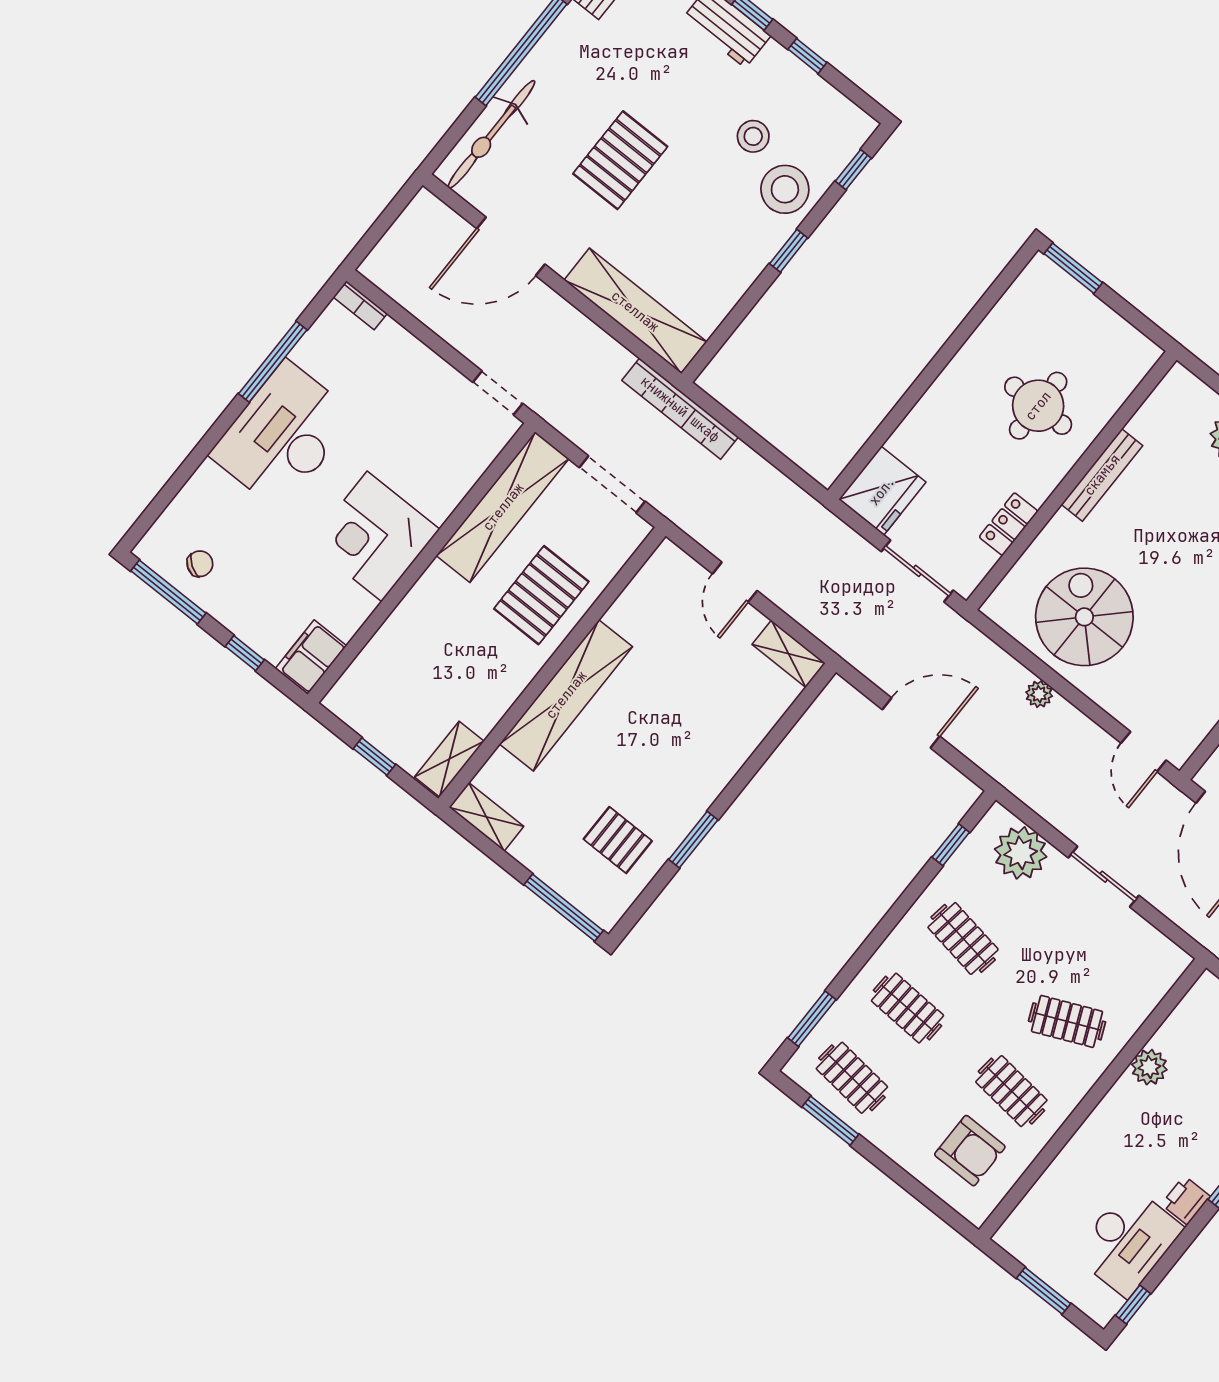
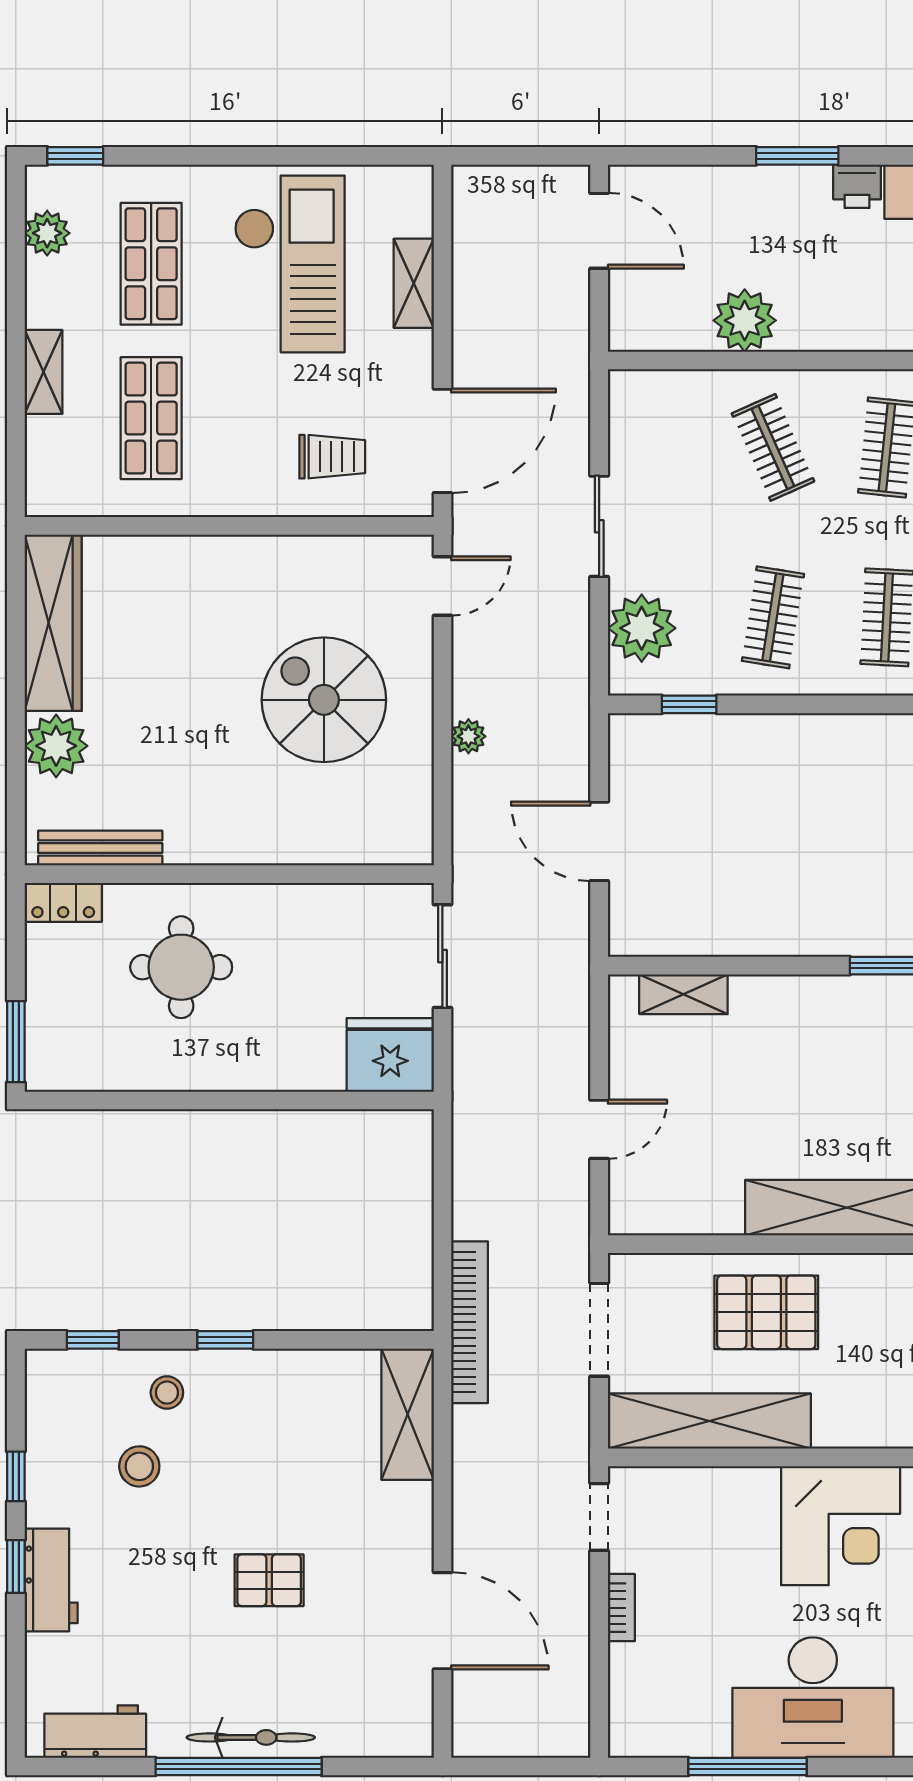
bicycle: (491, 134) -> (251, 1737), moved, width x0.73, depth x0.71
pallet: (620, 160) -> (269, 1580), width x0.67, depth x0.71
stool: (785, 189) -> (167, 1393), width x0.53, depth x0.53
bookcase: (360, 305) -> (621, 1608), moved
shelving: (635, 311) -> (408, 1414), width x0.68
bench: (1102, 475) -> (100, 848), moved
locker: (1008, 524) -> (63, 902), moved
spiral stairs: (1084, 617) -> (324, 700), moved, turned 90
shelving: (789, 654) -> (683, 994), moved, turned 90
plant: (1149, 1067) -> (745, 320), width x1.36, depth x1.36

